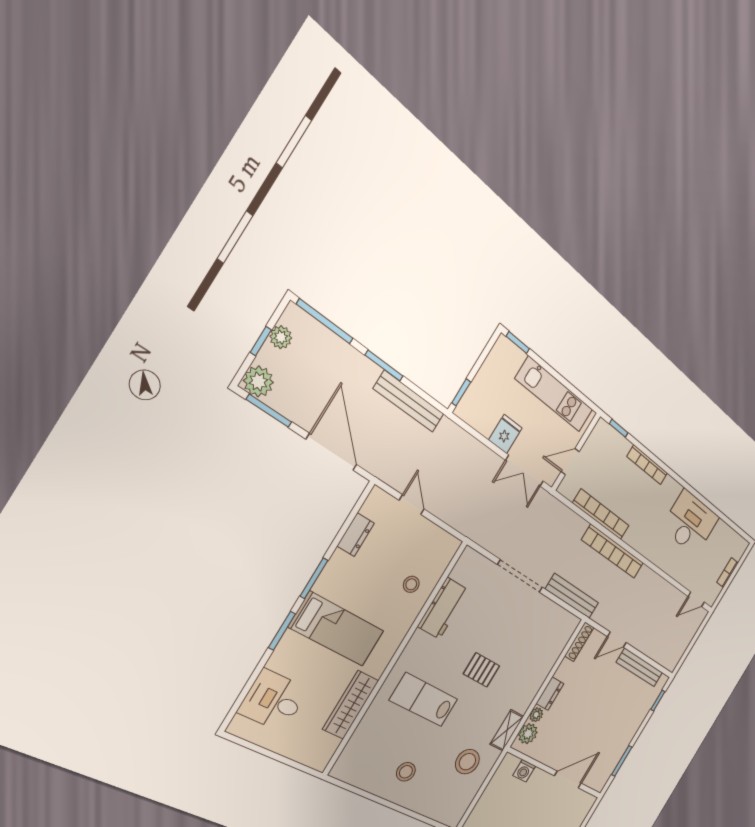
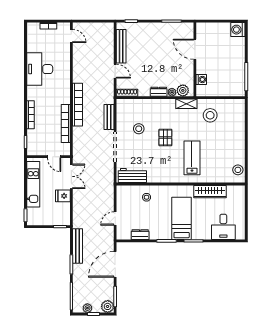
bench: (572, 596) -> (109, 117), width x0.73
workbench: (443, 608) -> (132, 175), moved
stool: (521, 632) -> (139, 129), added
lab bench: (424, 700) -> (192, 158), turned 180
stool: (406, 772) -> (238, 170), moved

